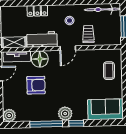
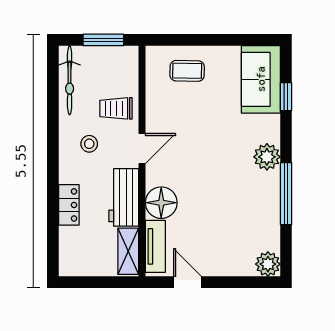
door: (68, 48) -> (142, 149), hinge flipped
armchair: (36, 85) -> (211, 211), removed
window: (76, 123) -> (286, 97), moved

